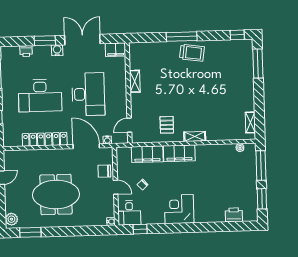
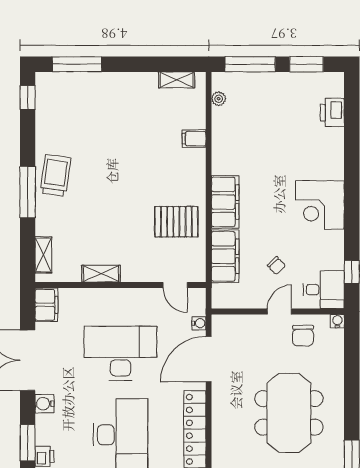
window: (45, 41) -> (28, 443), moved
pallet: (167, 125) -> (176, 222), width x1.50, depth x1.42
filing cabinet: (216, 134) -> (194, 139), added
shelving: (195, 136) -> (43, 255), moved
chair: (104, 171) -> (303, 336), moved

